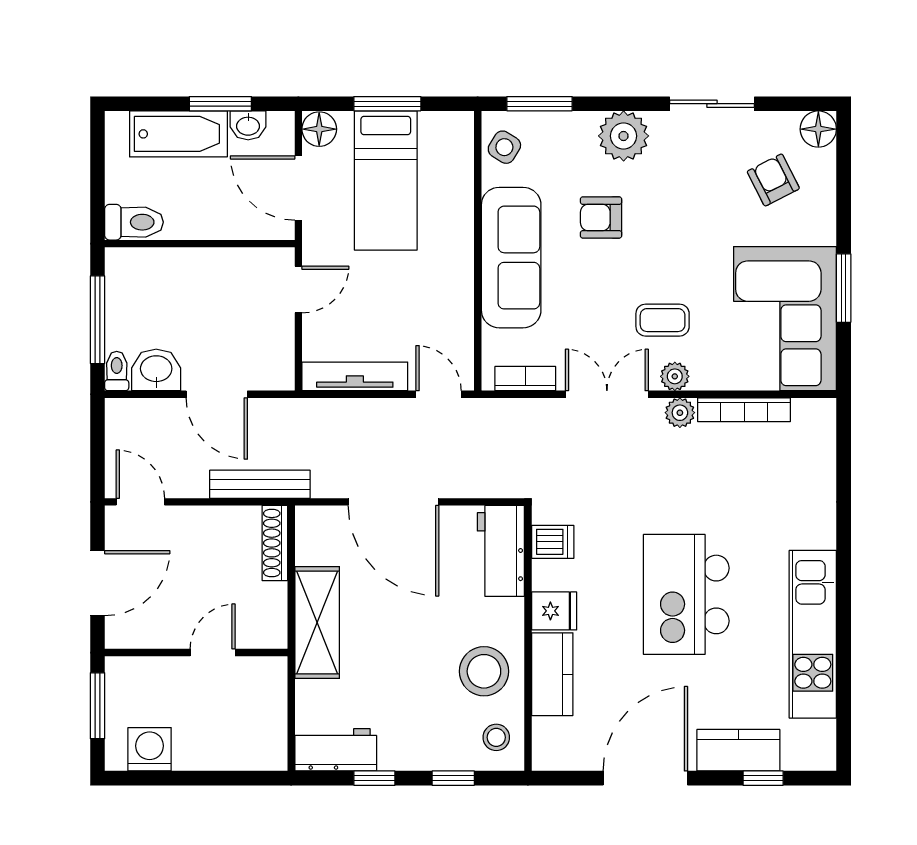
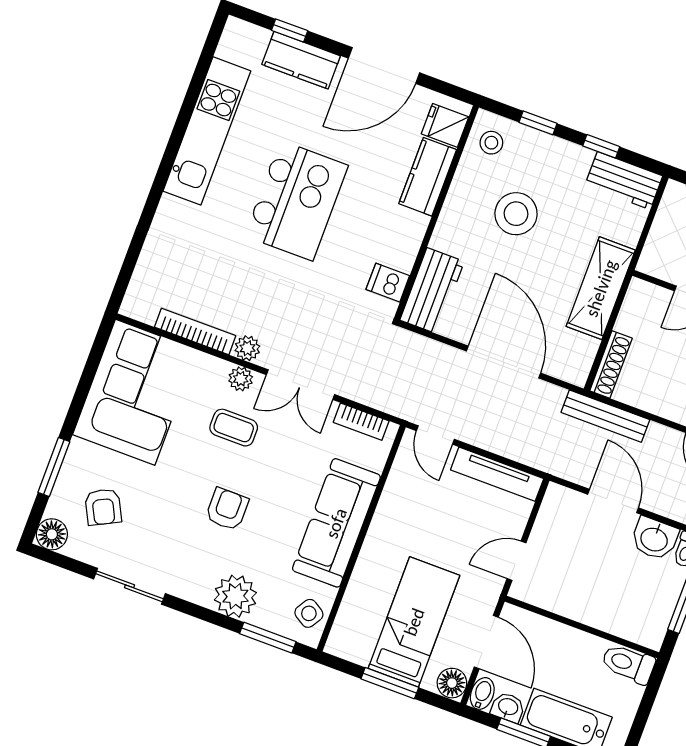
bidet: (282, 130) -> (482, 693), added
plant: (624, 136) -> (235, 596), moved
armchair: (601, 217) -> (227, 509), moved, turned -90
window: (844, 288) -> (54, 467), moved
fridge: (554, 611) -> (445, 125), moved
stool: (484, 671) -> (516, 214), moved

